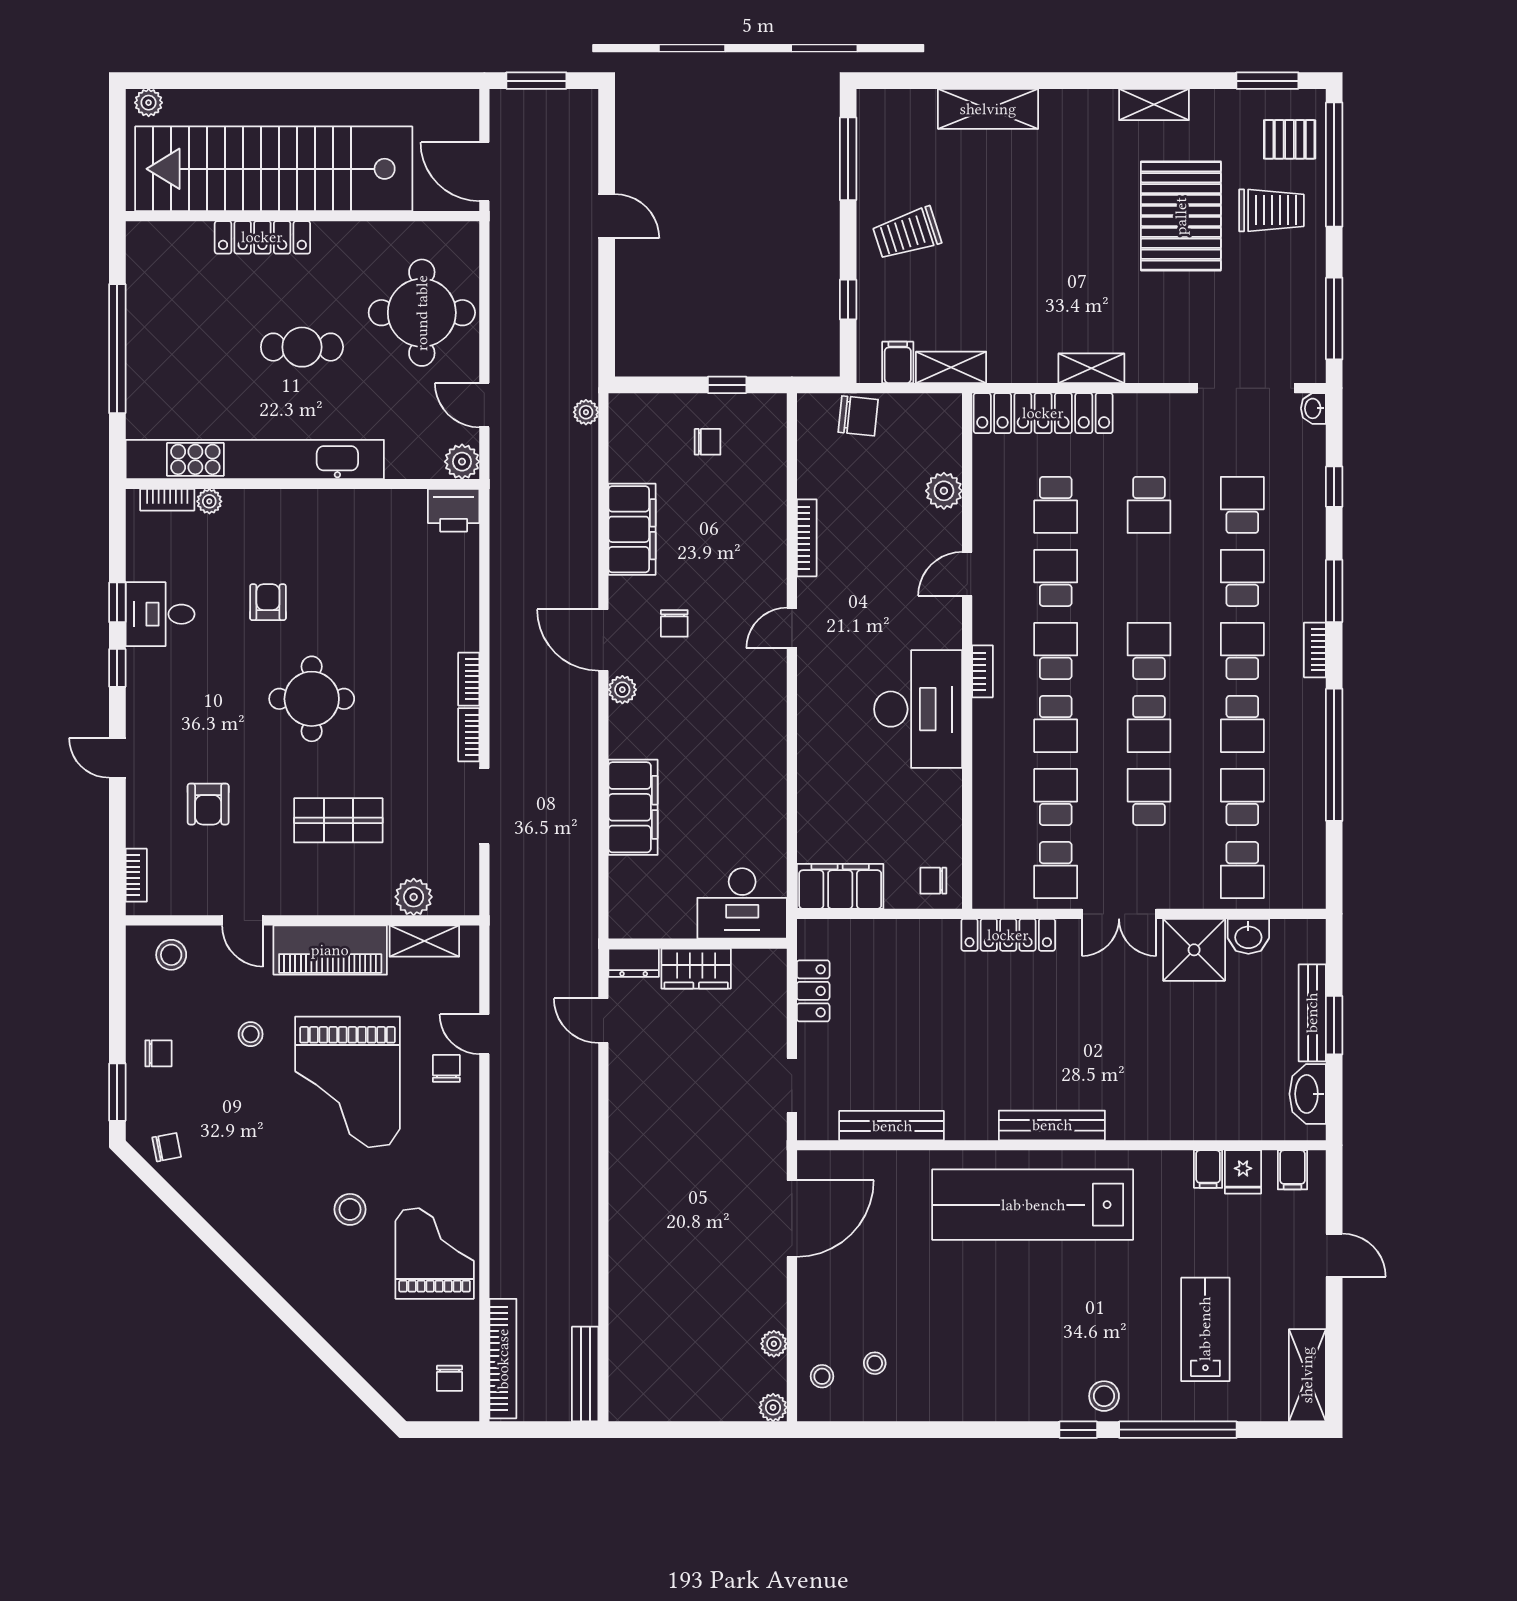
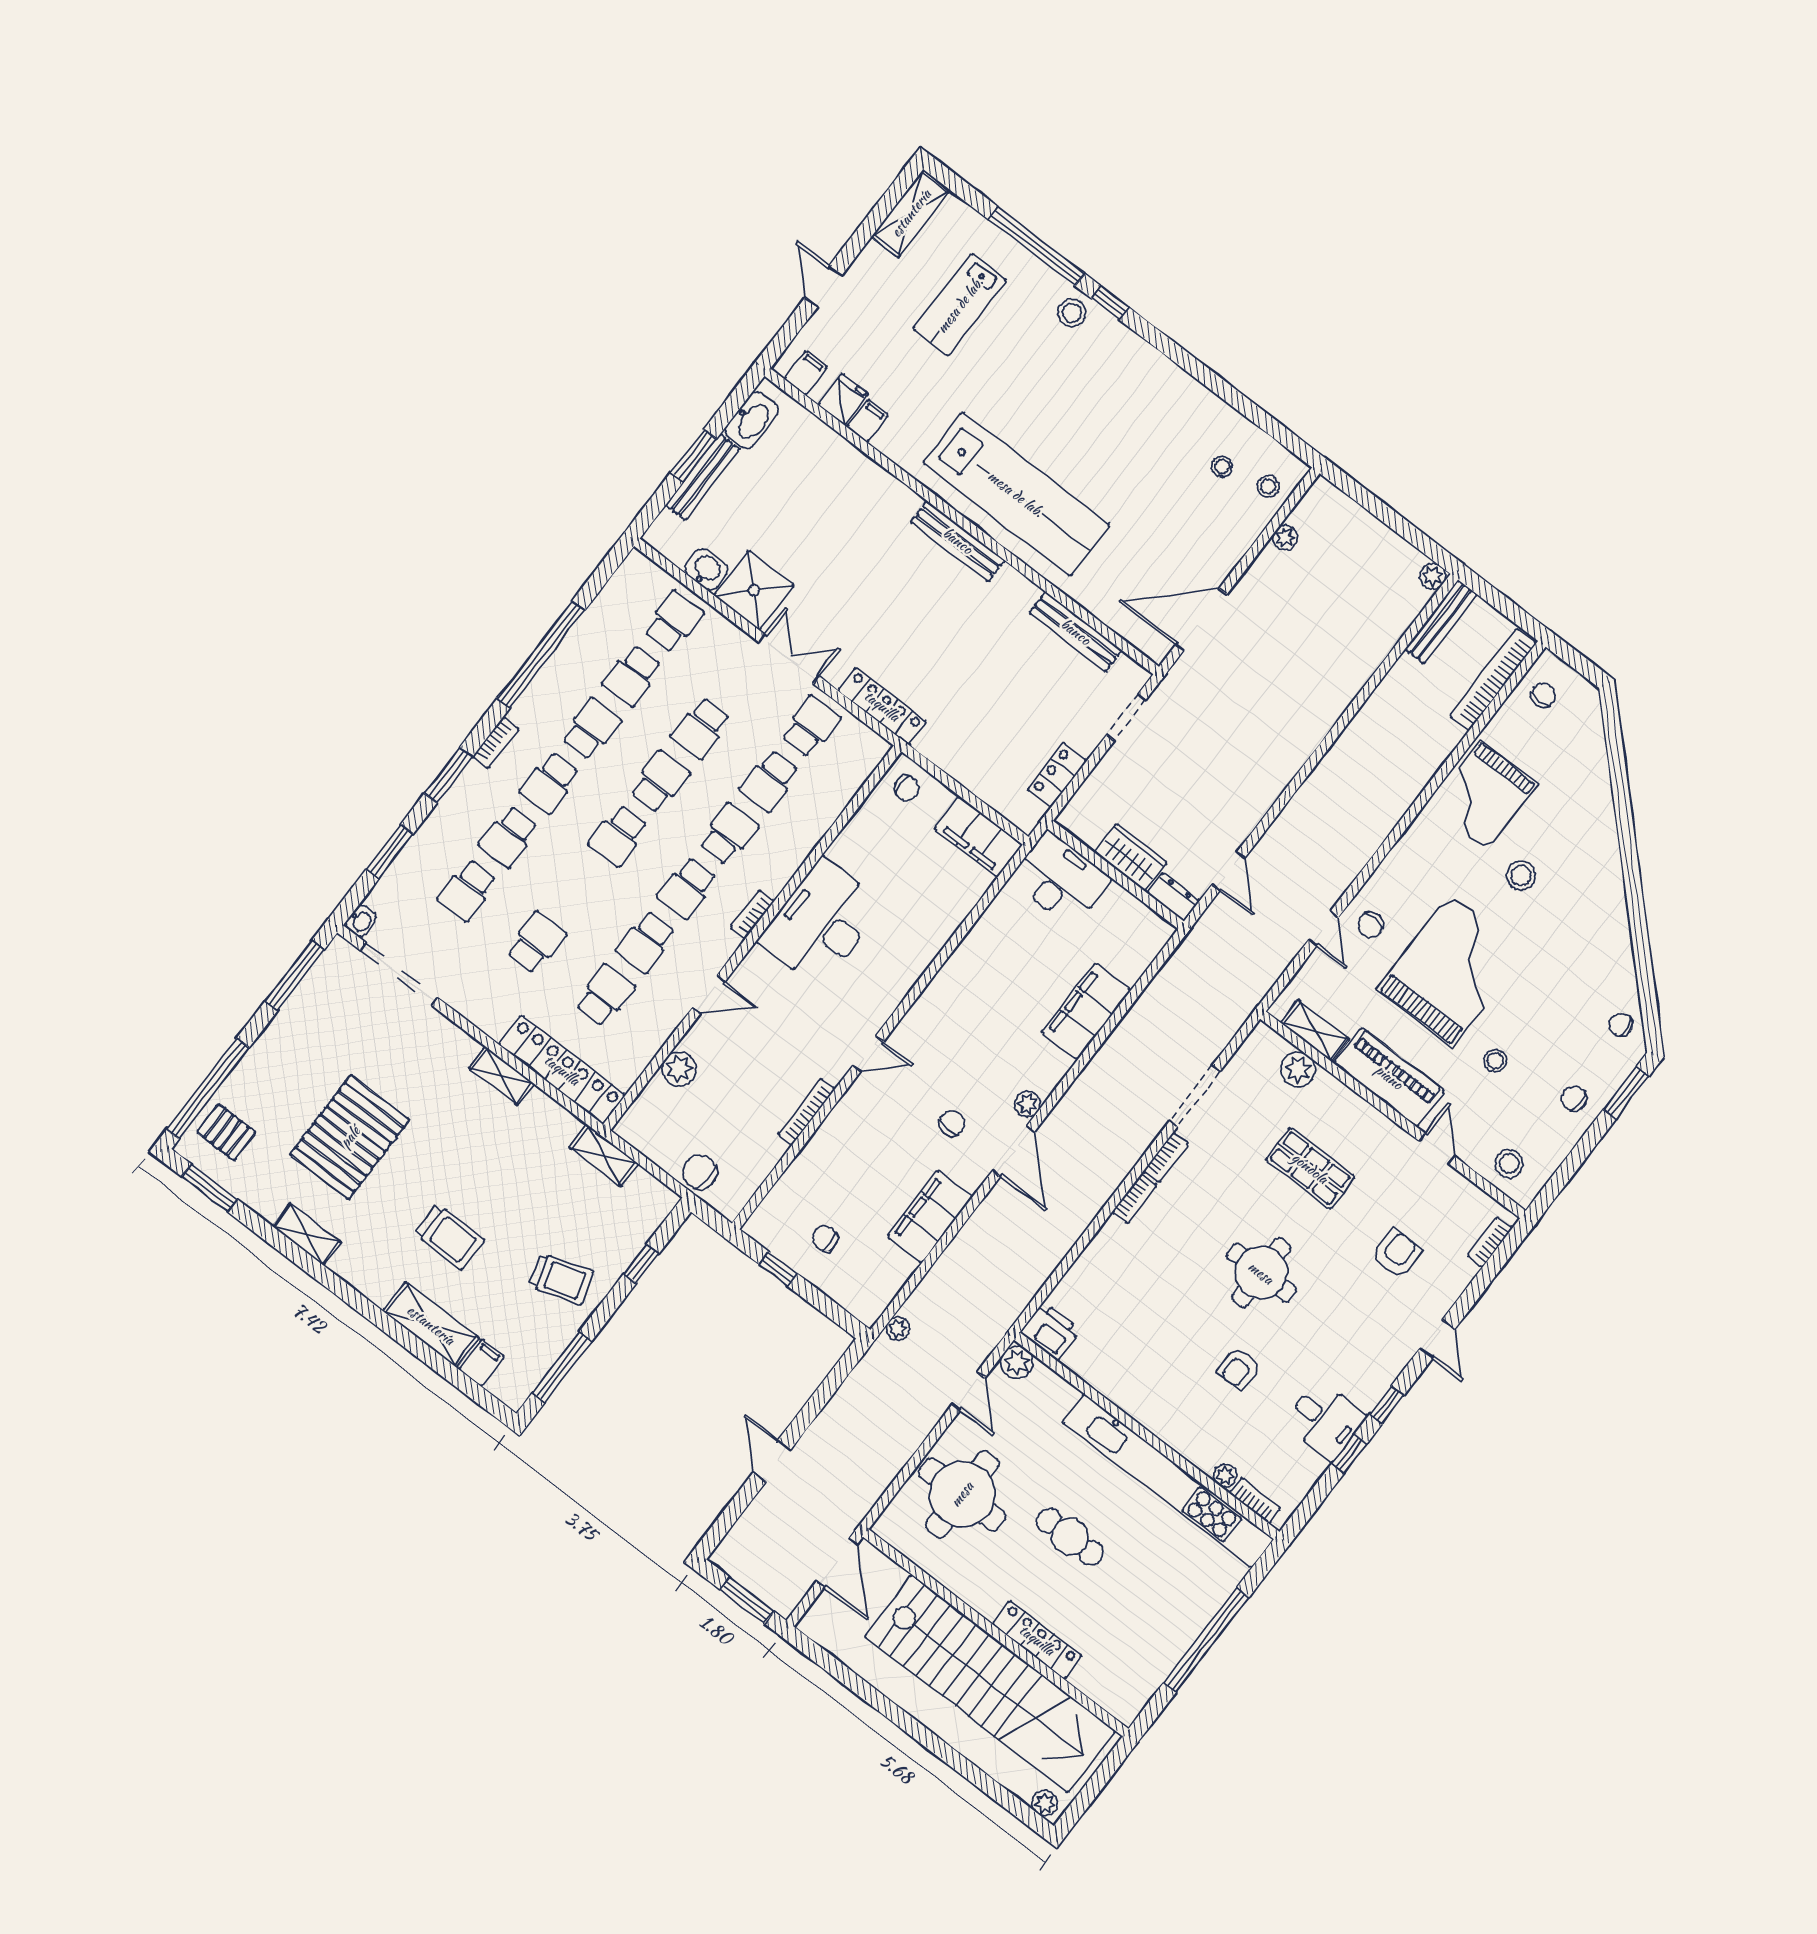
trolley: (1271, 210) -> (450, 1237), moved, turned 180
filing cabinet: (898, 362) -> (482, 1363), moved, turned 180
window: (1334, 487) -> (390, 852), width x1.50
plant: (773, 1407) -> (1433, 576), moved

